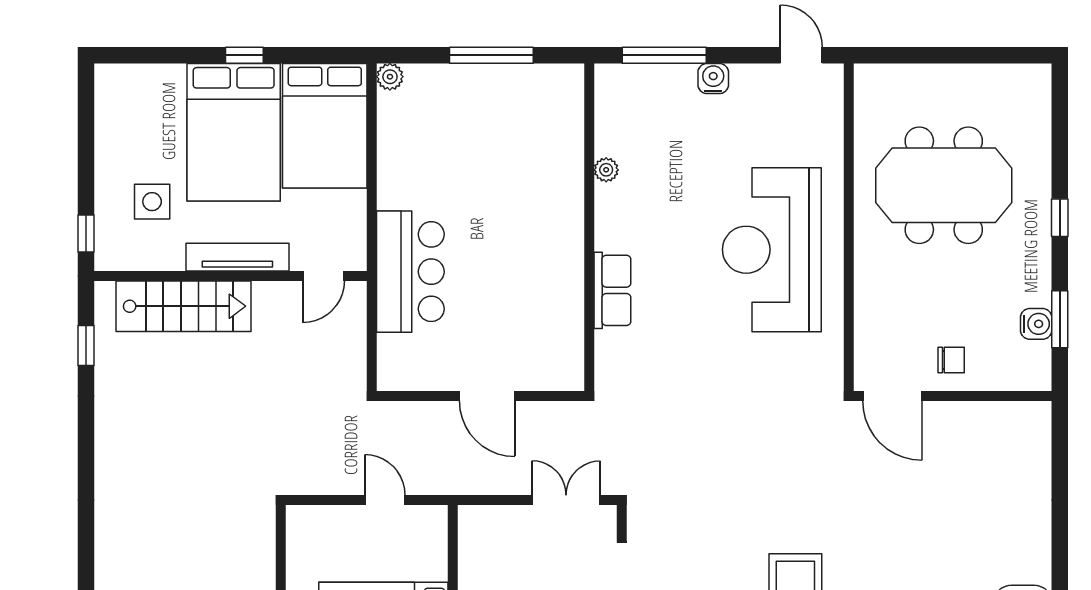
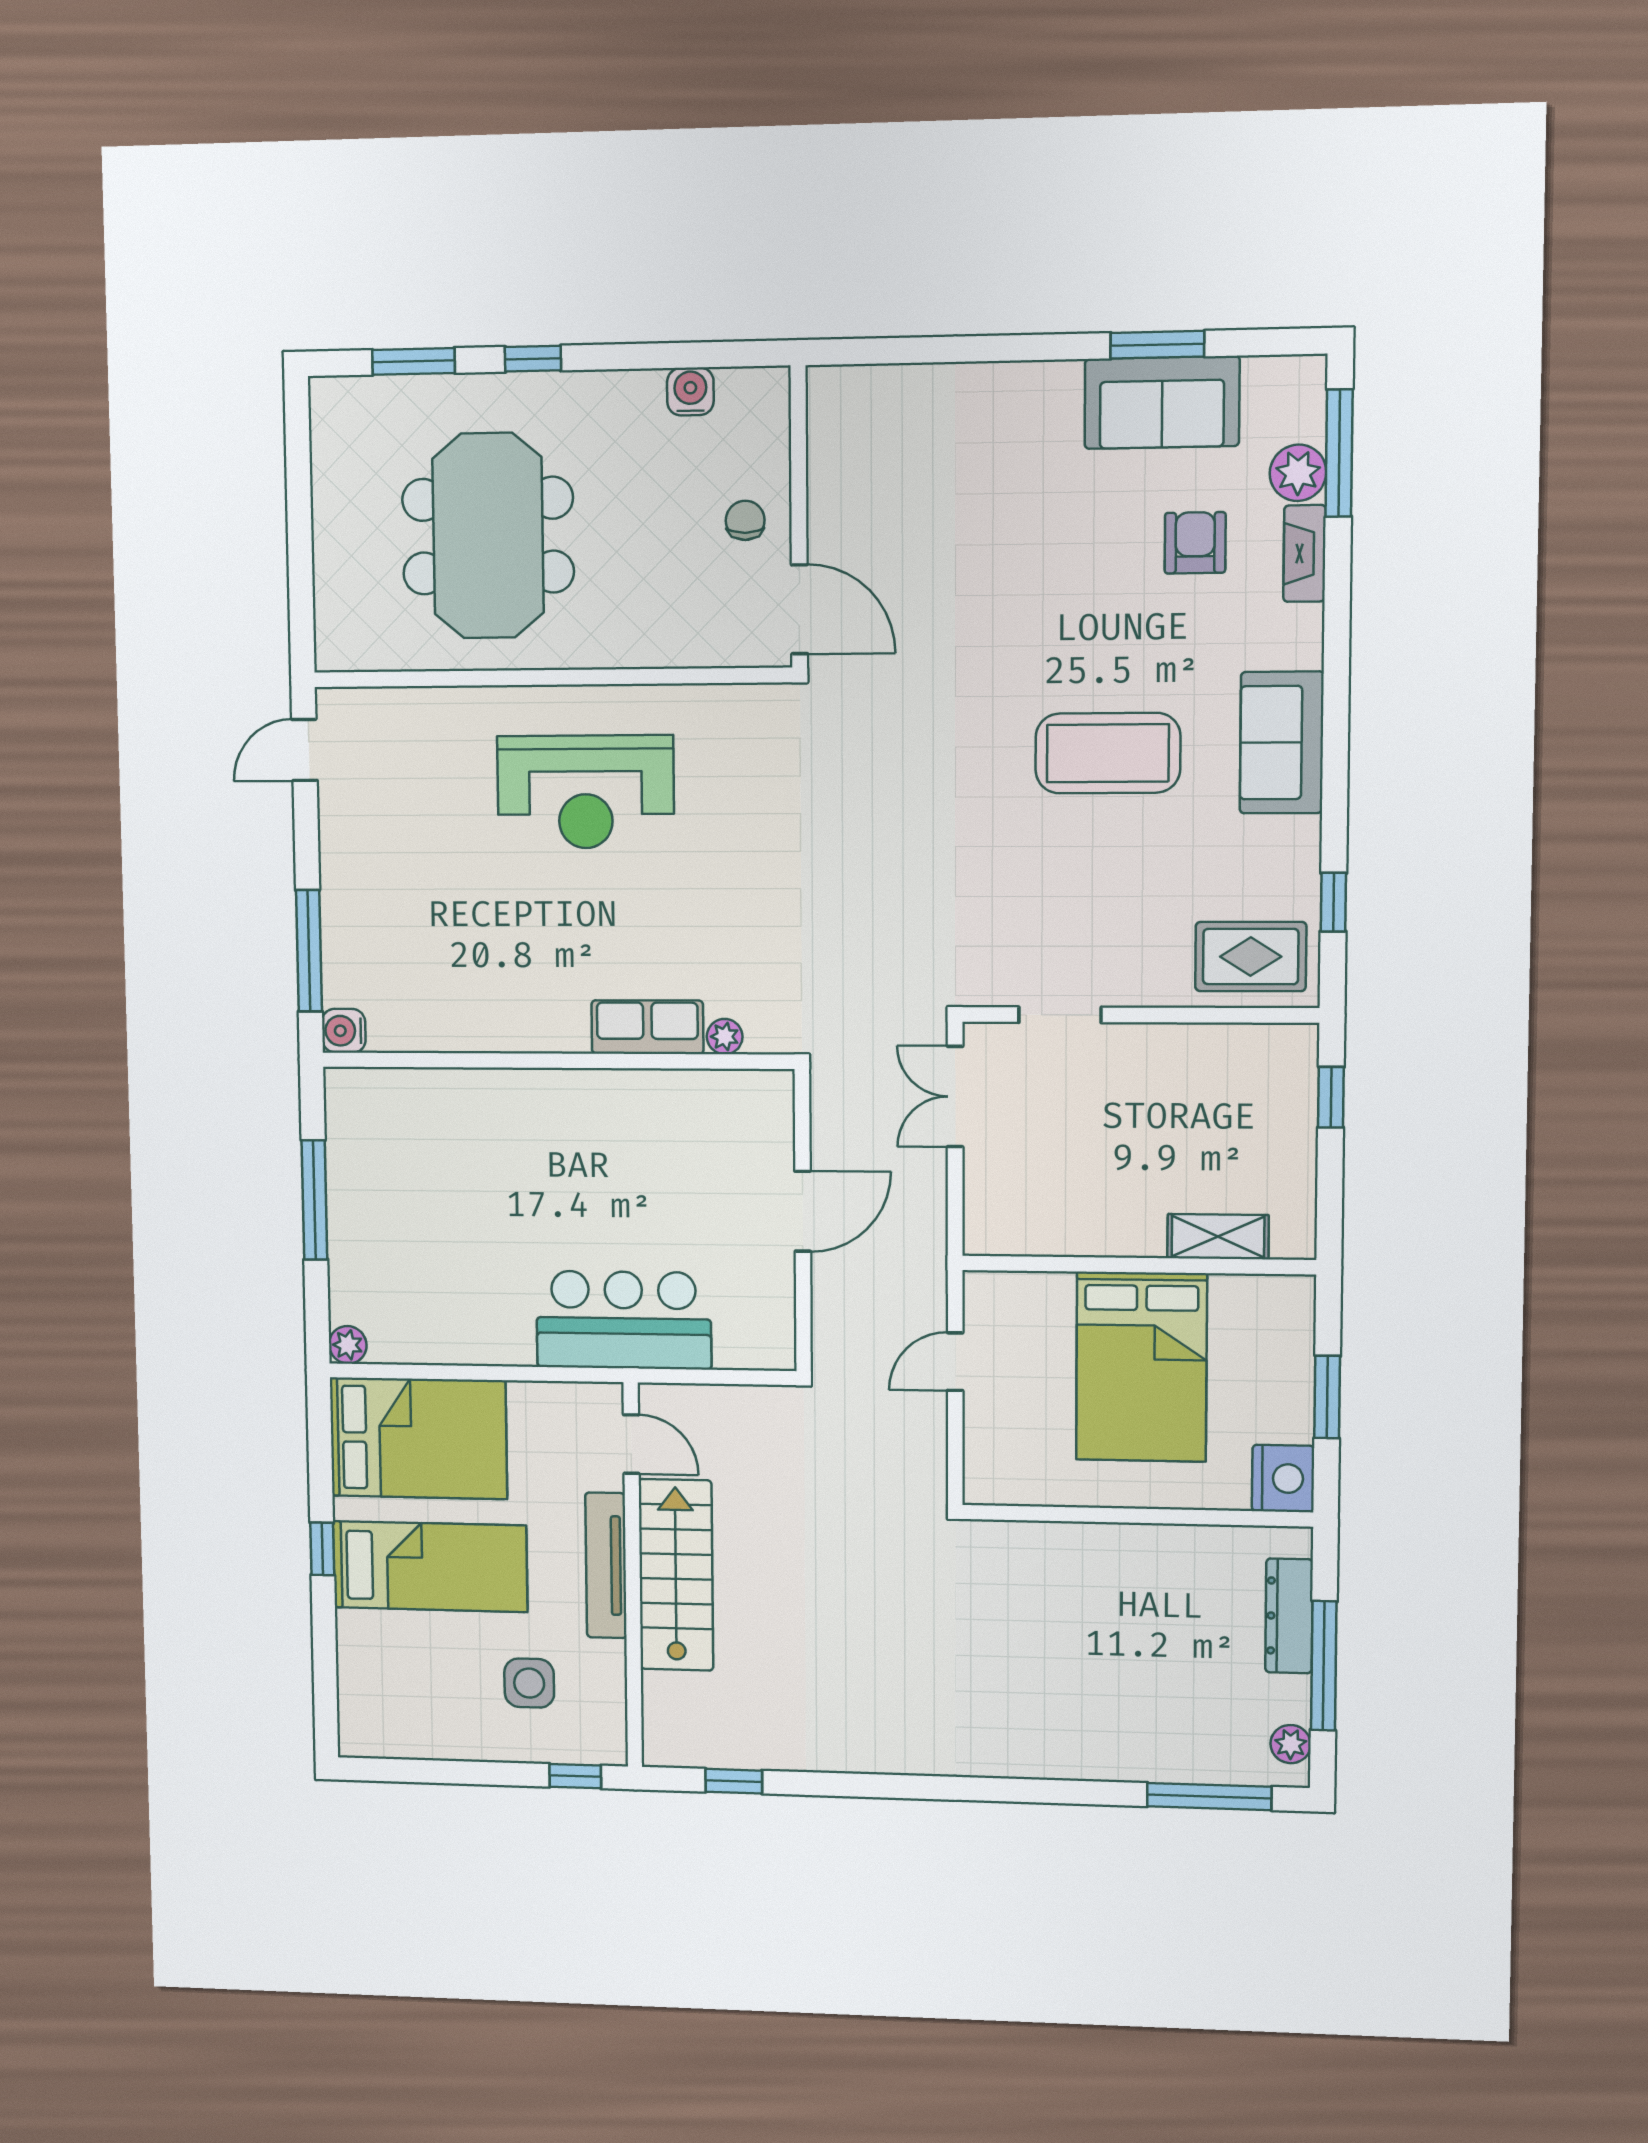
water cooler: (713, 79) -> (344, 1031), moved
bed: (234, 132) -> (430, 1567), width x0.67
plant: (606, 170) -> (725, 1037), moved
reception desk: (772, 250) -> (586, 792), width x0.74, depth x0.77
stairs: (184, 306) -> (676, 1575), moved
window: (1060, 319) -> (413, 361), moved
door: (892, 396) -> (799, 609), hinge flipped

